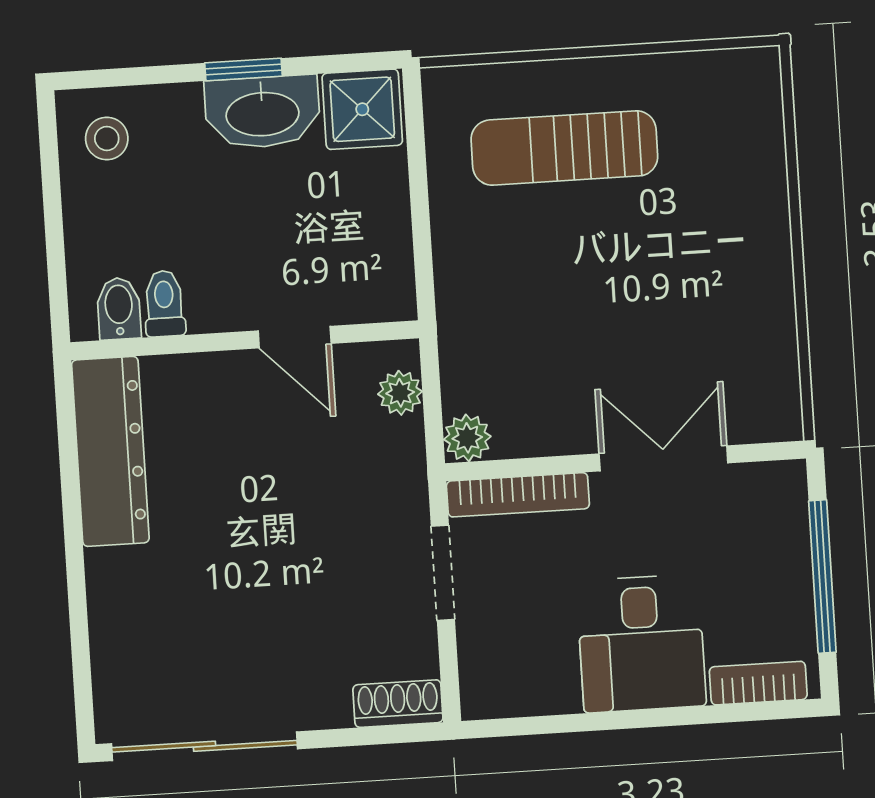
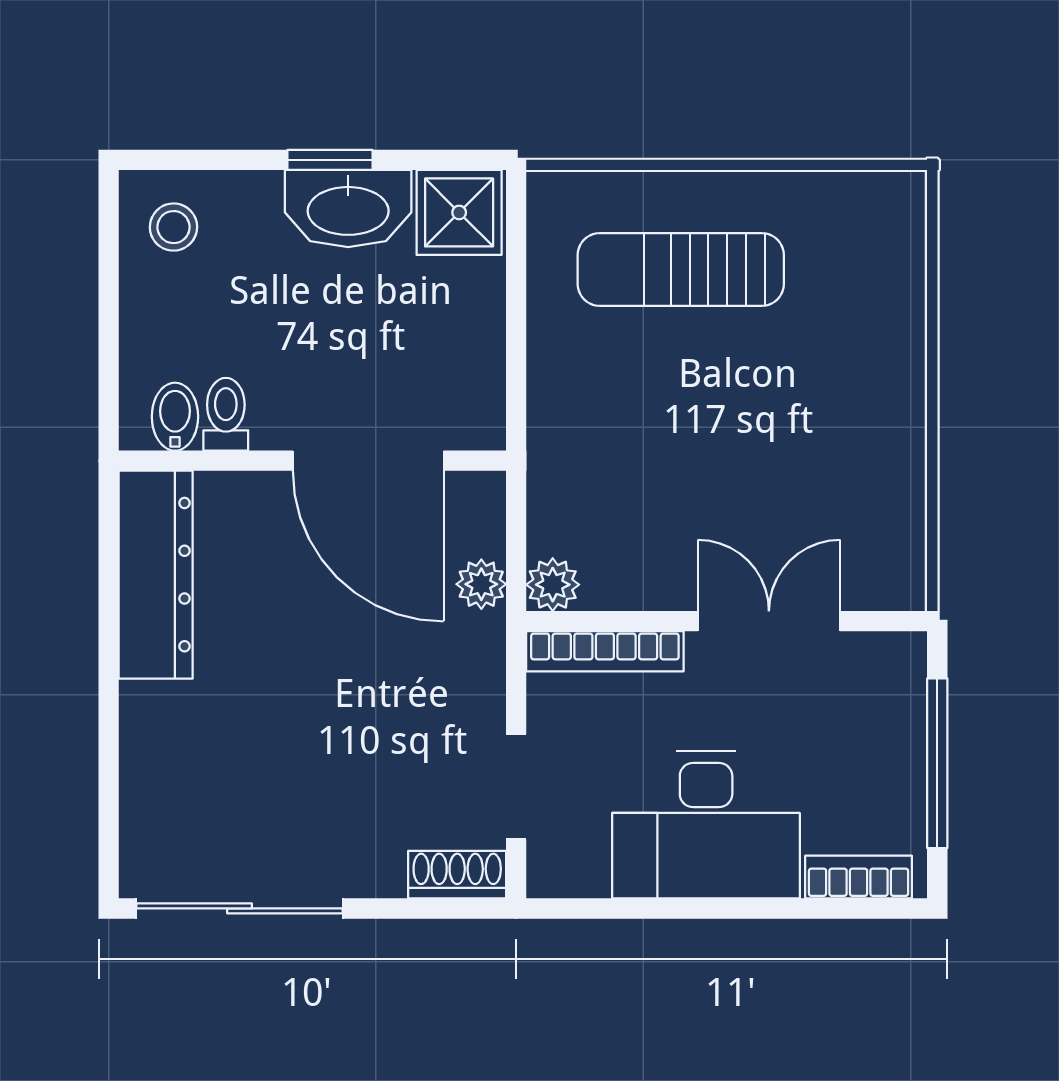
door: (295, 337) -> (368, 461), width x1.87
plant: (400, 393) -> (481, 584), moved
doorway: (443, 573) -> (516, 787), moved
desk: (641, 643) -> (706, 825), width x1.37

